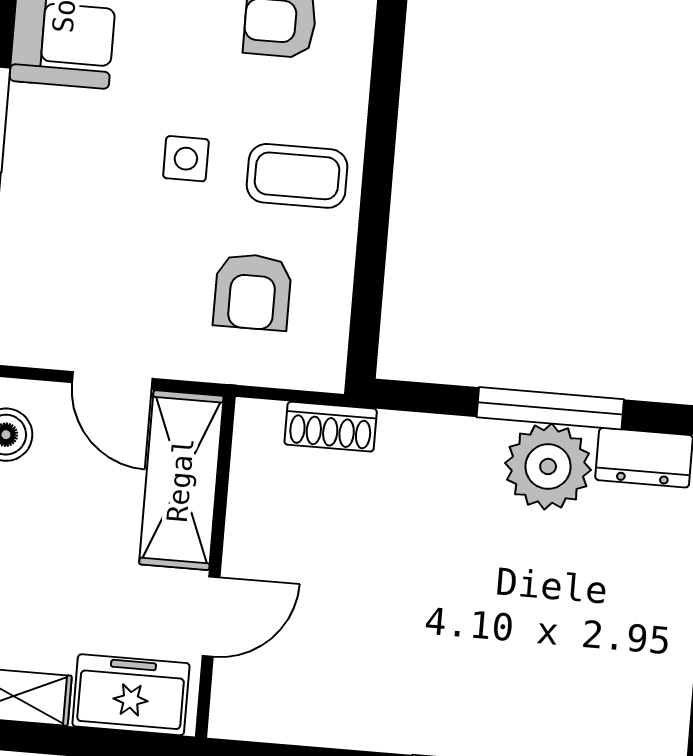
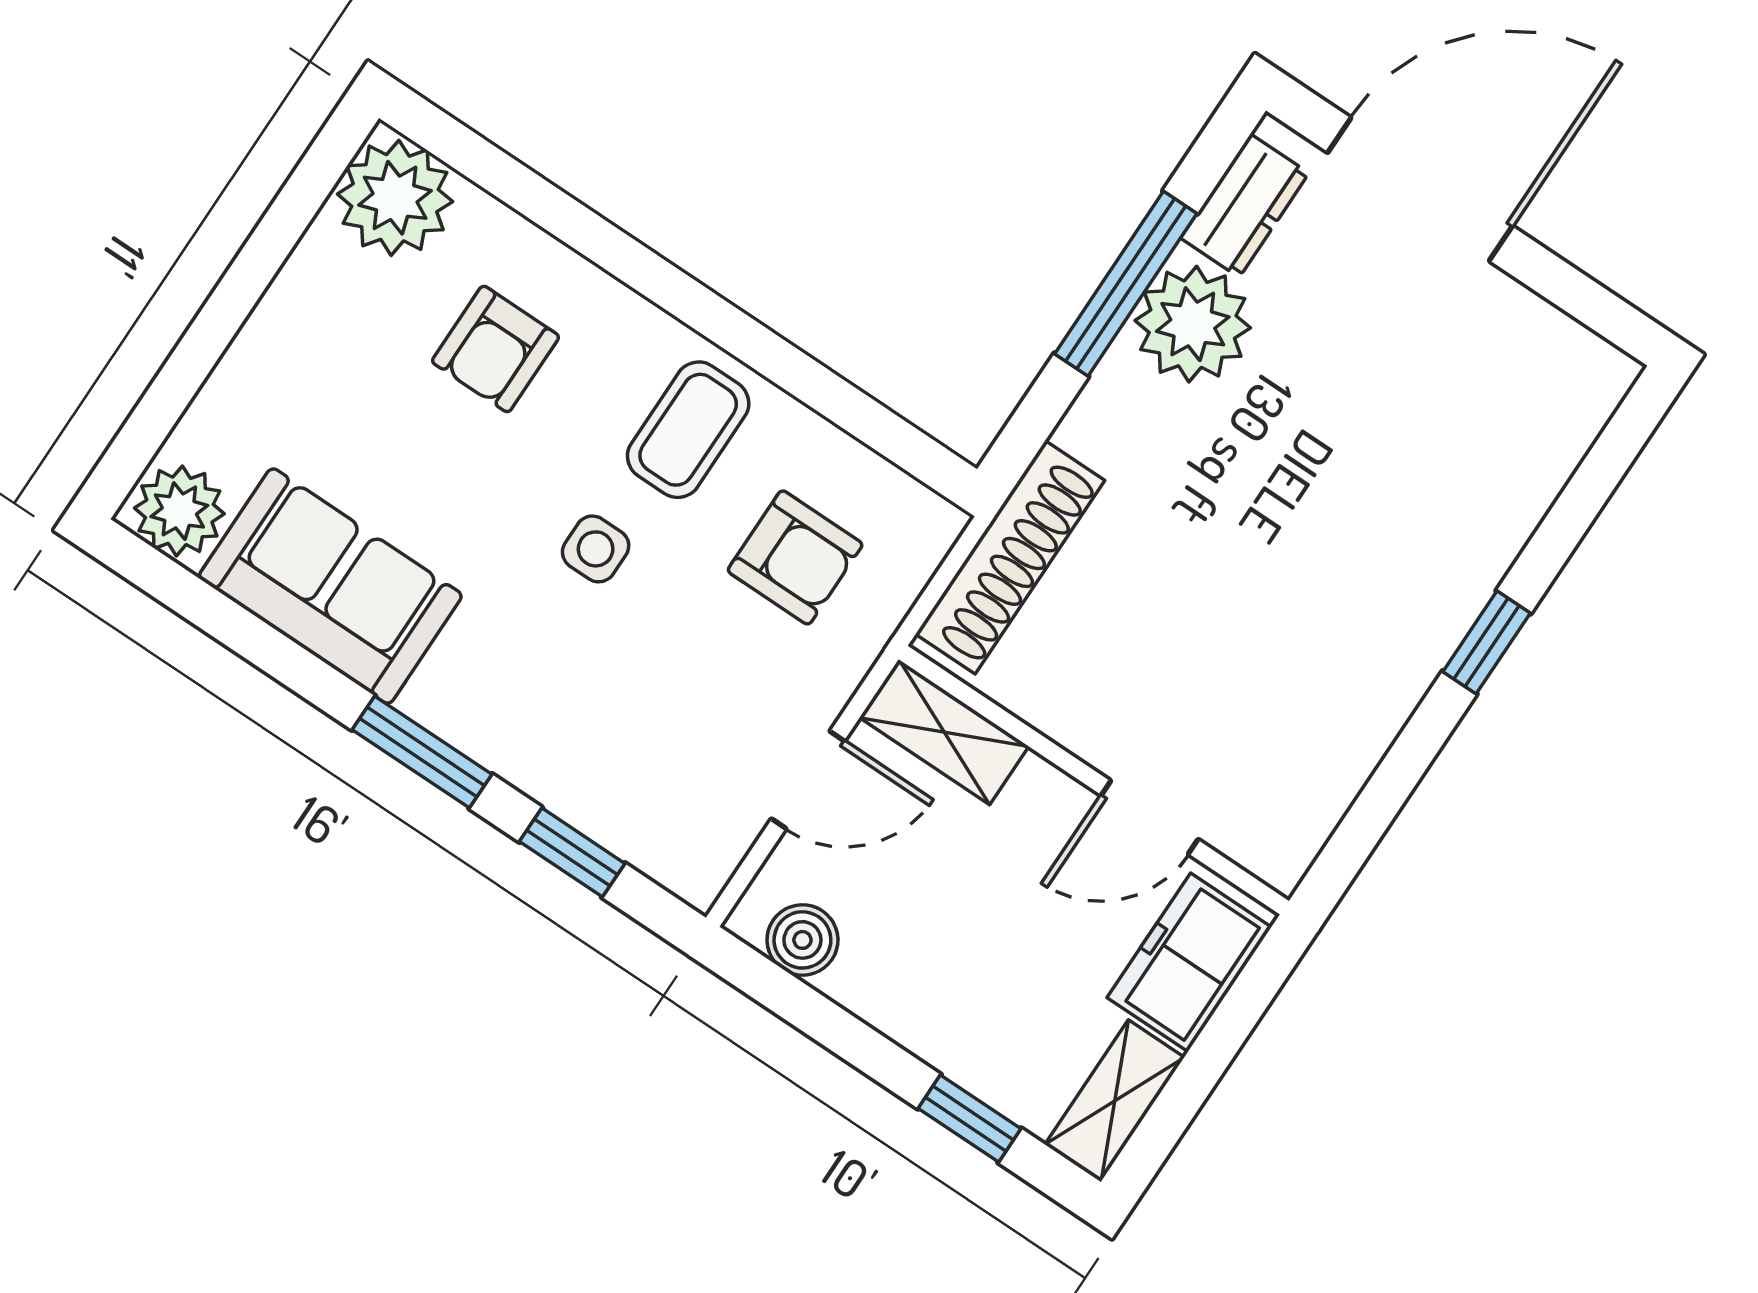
shoe rack: (331, 427) -> (1010, 557), width x1.94, depth x1.24
shelving: (181, 480) -> (944, 732), width x0.67, depth x0.75
door: (211, 616) -> (1150, 817), swing flipped

